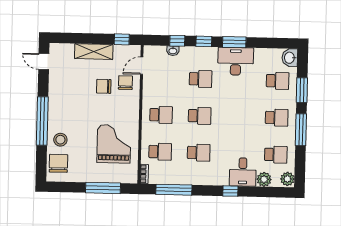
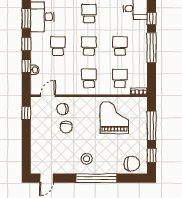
shelving: (94, 52) -> (37, 136), removed
door: (142, 66) -> (48, 96), swing flipped
school desk: (238, 117) -> (89, 14), added
stool: (60, 140) -> (87, 159), moved
grand piano: (114, 144) -> (114, 117), turned 90
chair: (58, 163) -> (132, 164), turned 180
window: (68, 187) -> (152, 155), added
window: (174, 190) -> (152, 48), moved

